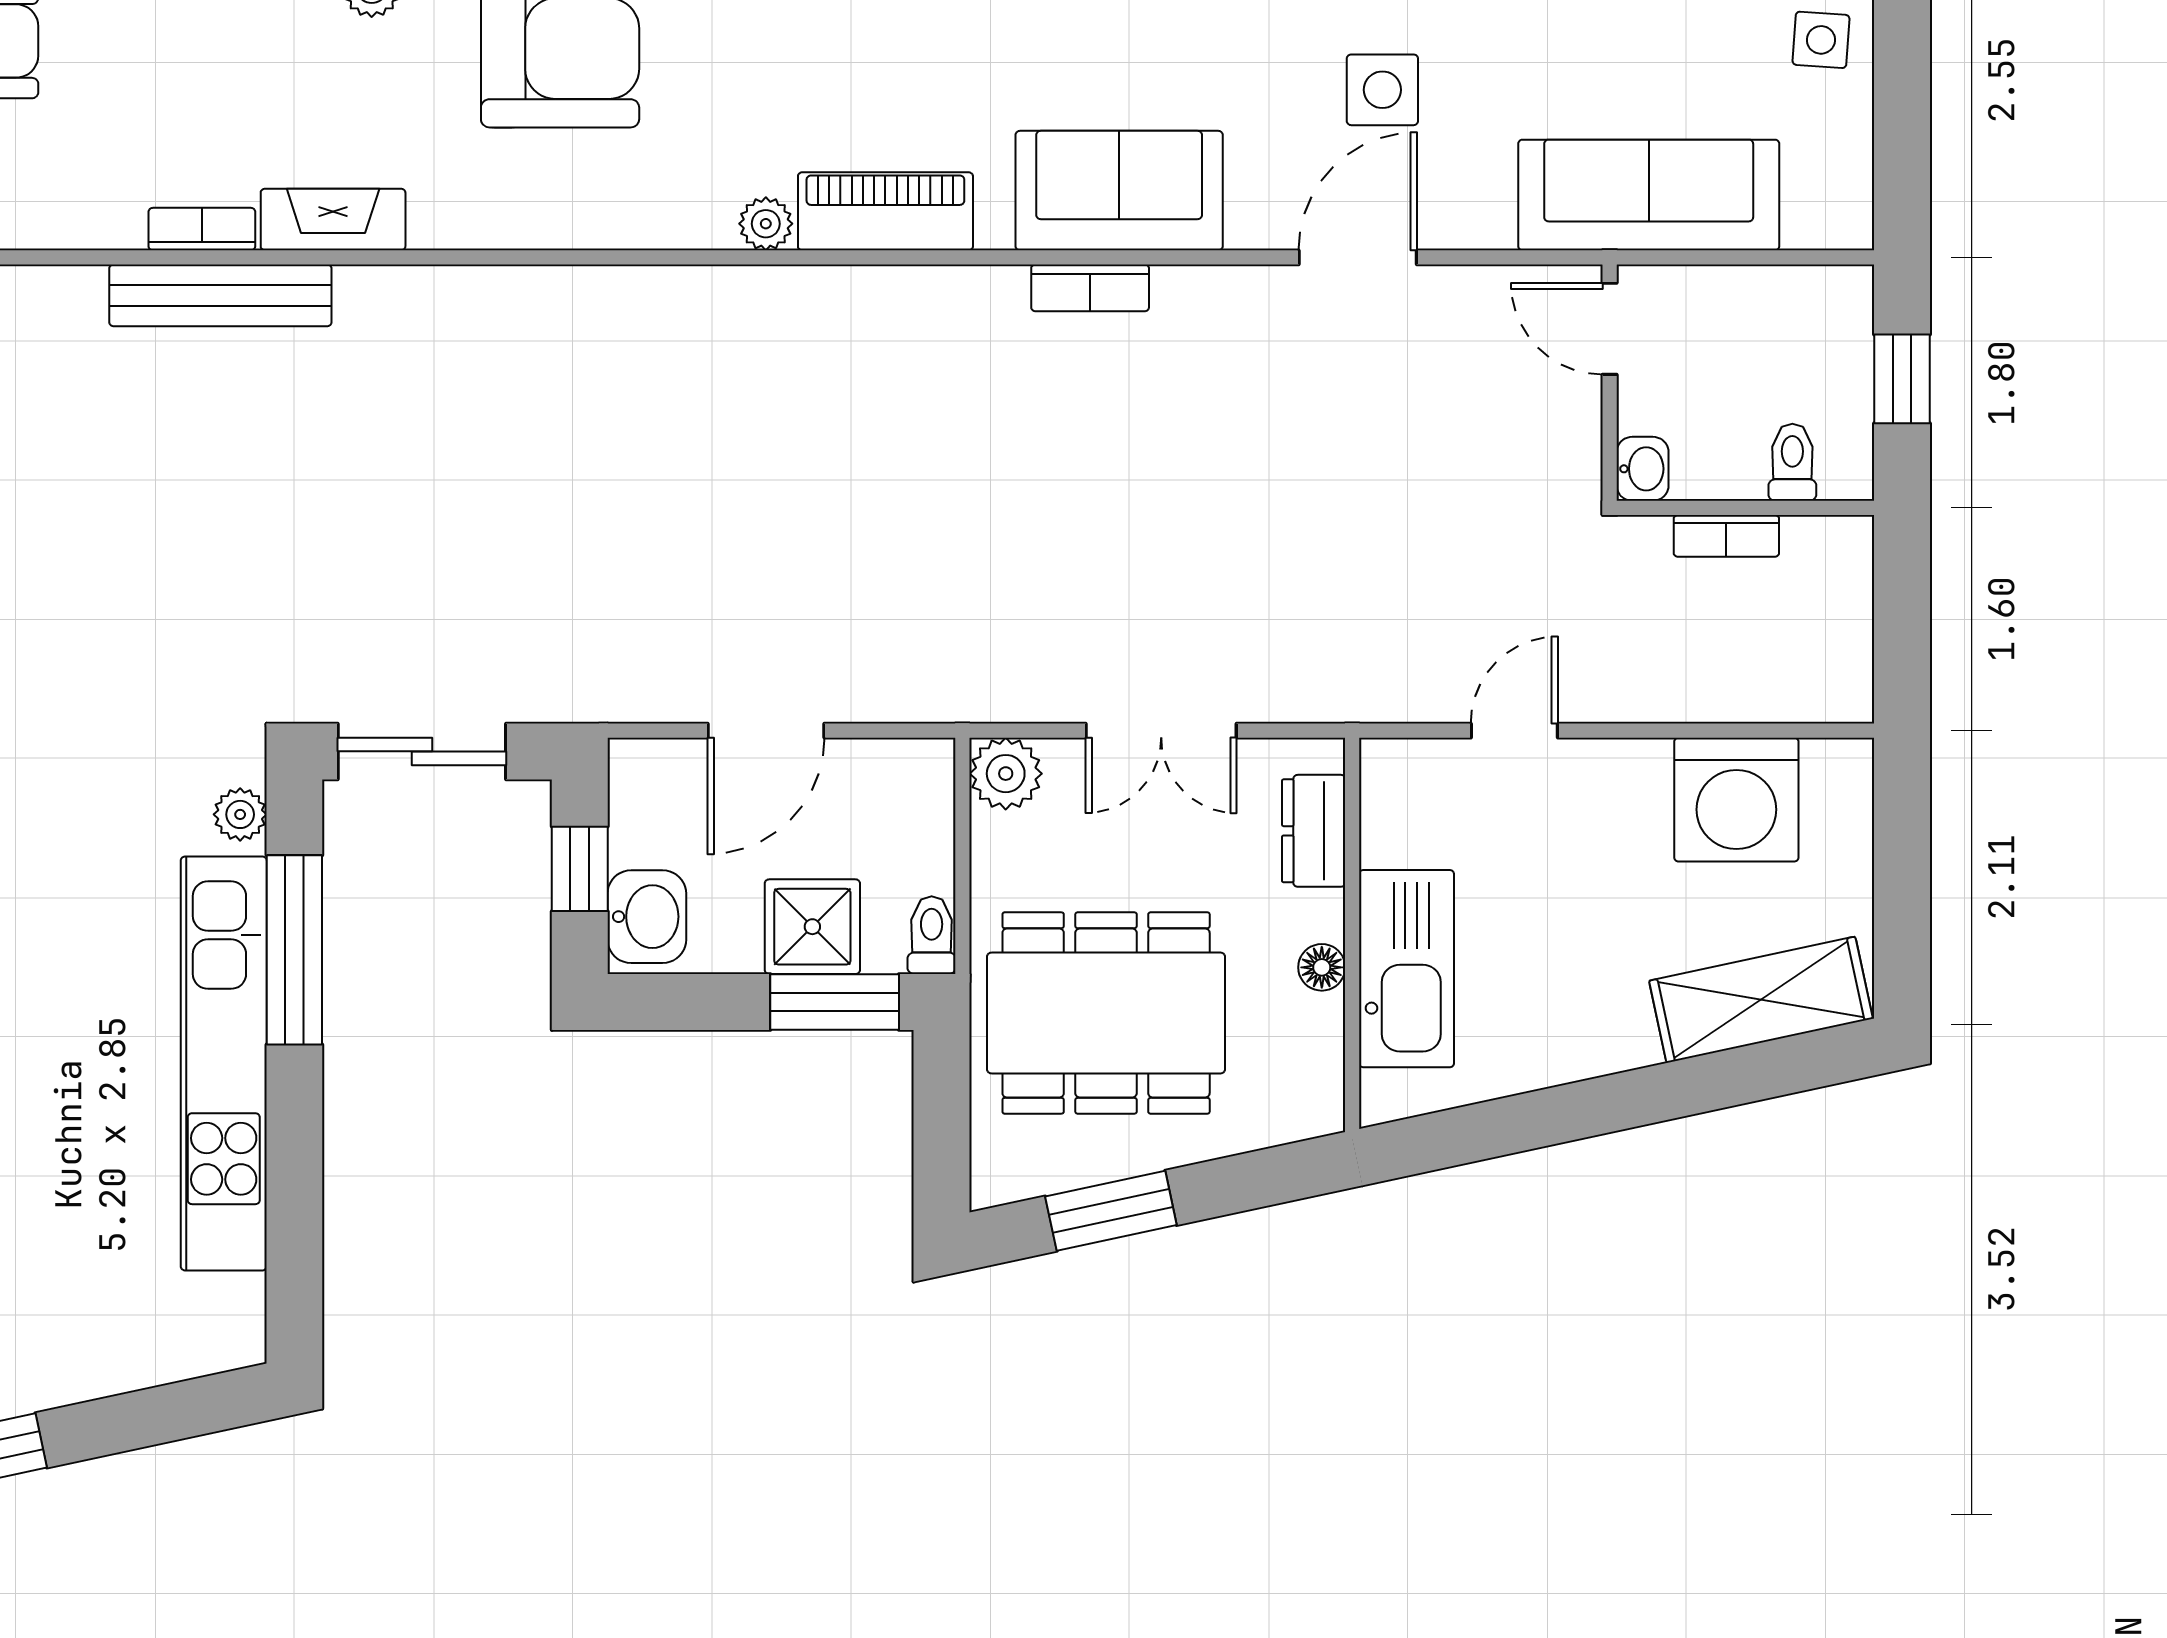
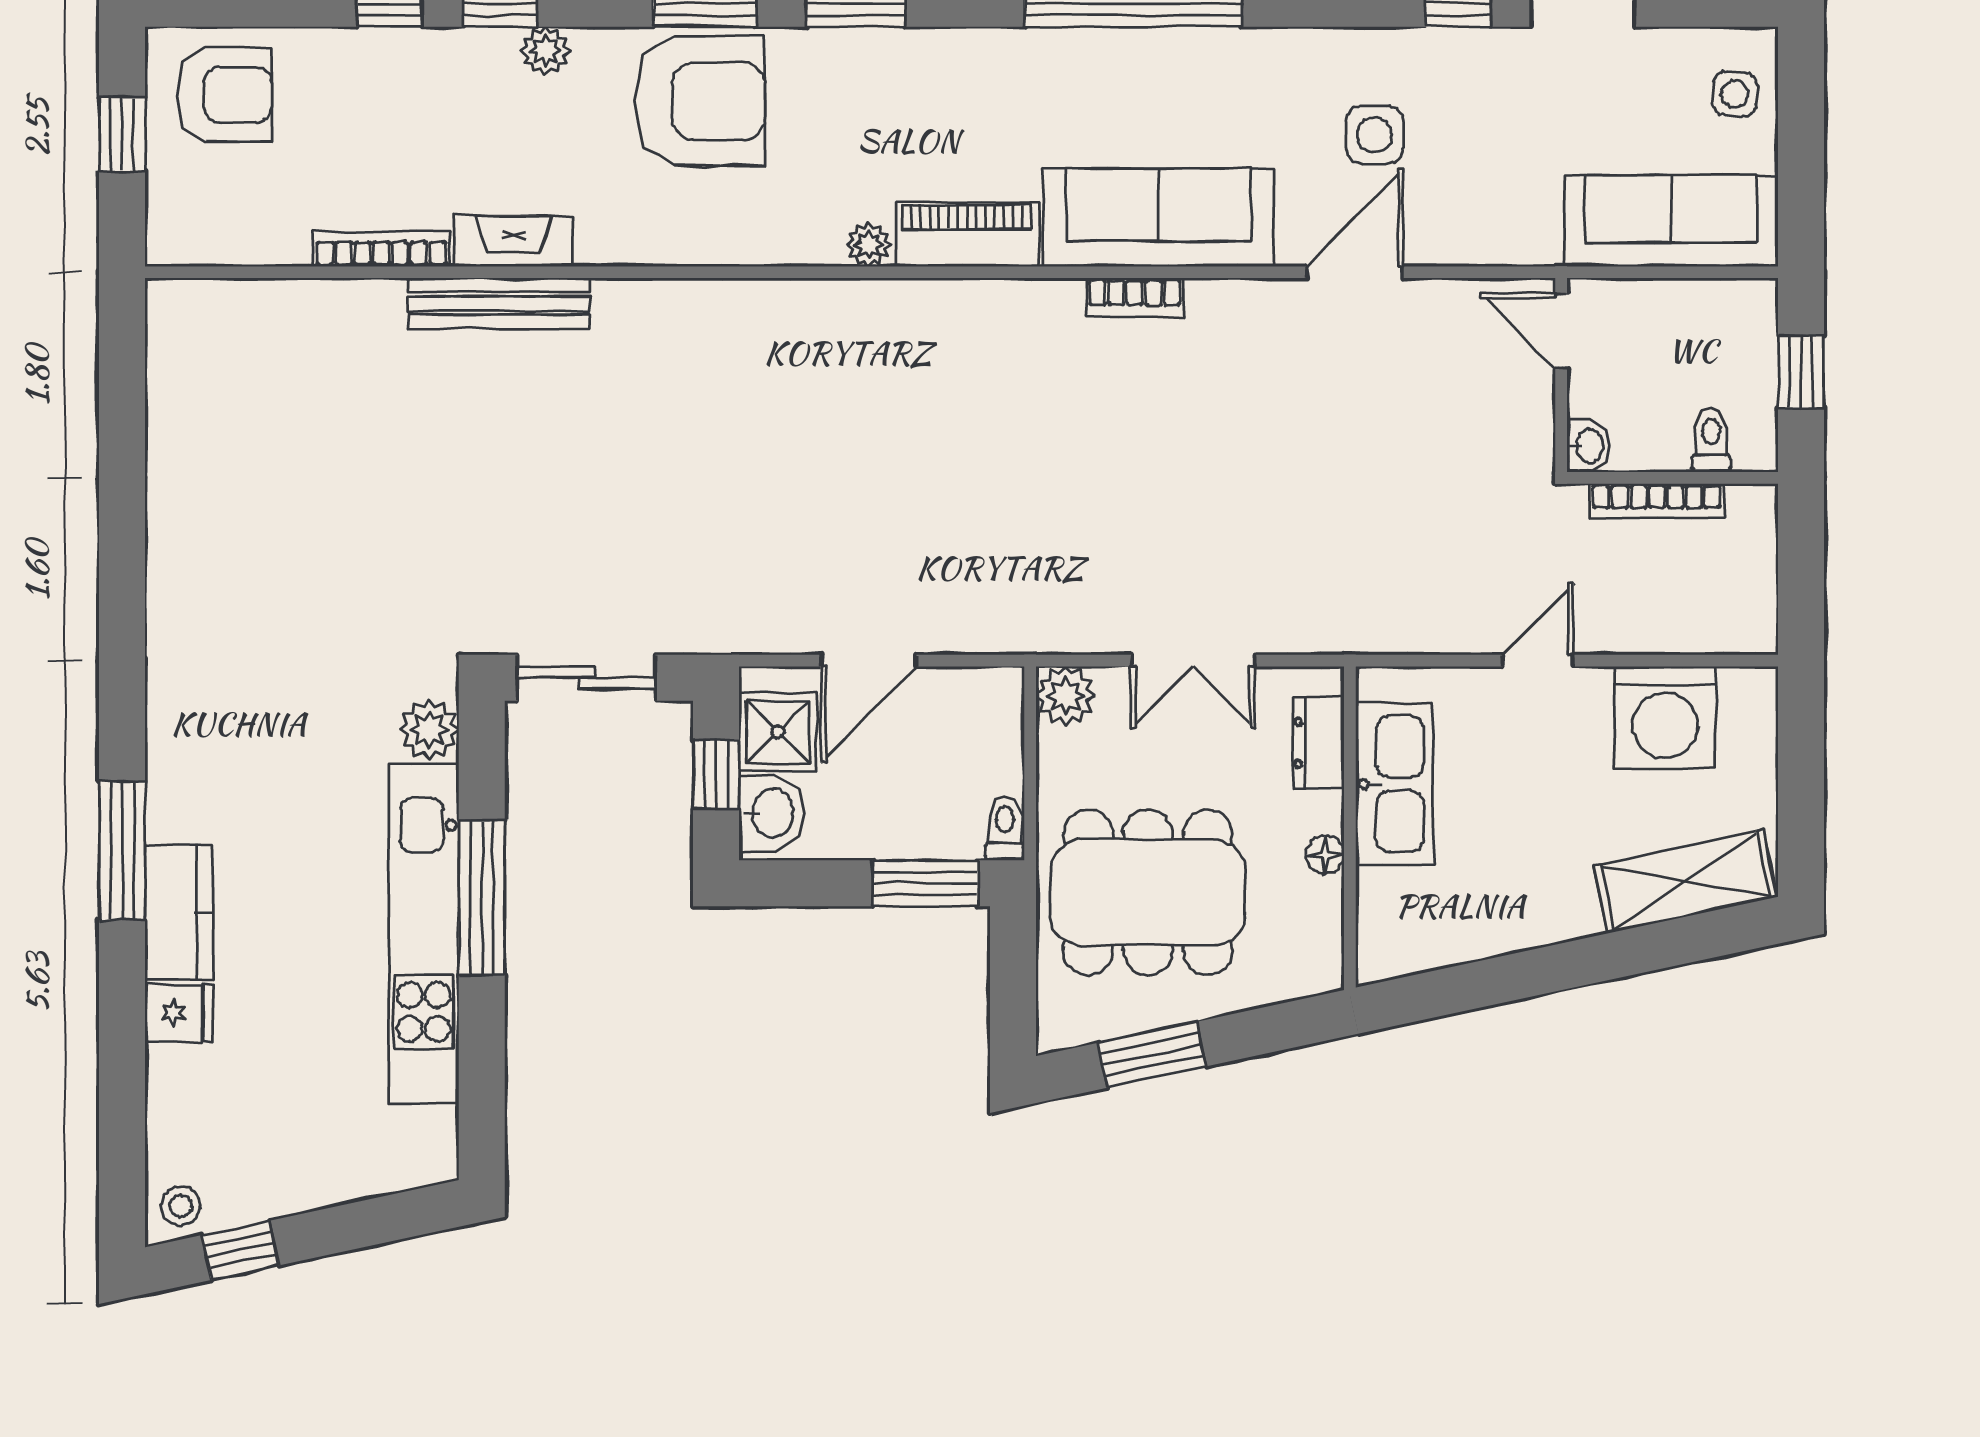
sofa: (1119, 191) -> (1159, 217), width x1.36
sofa: (1649, 195) -> (1671, 221), moved
bookcase: (202, 229) -> (381, 249), width x1.56
bench: (220, 295) -> (499, 303), moved
bookcase: (1726, 536) -> (1657, 501), width x1.56
door: (1514, 731) -> (1538, 661), moved
plant: (240, 814) -> (429, 729), width x1.38, depth x1.38
shower: (812, 927) -> (778, 732), moved
window: (294, 950) -> (482, 898), moved
kitchen sink: (1407, 969) -> (1394, 784), moved

